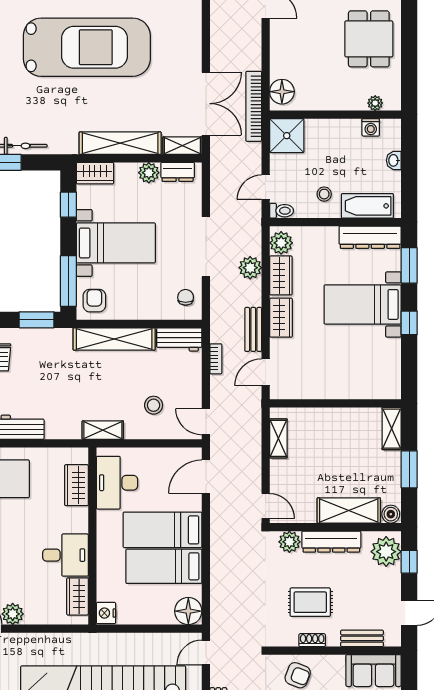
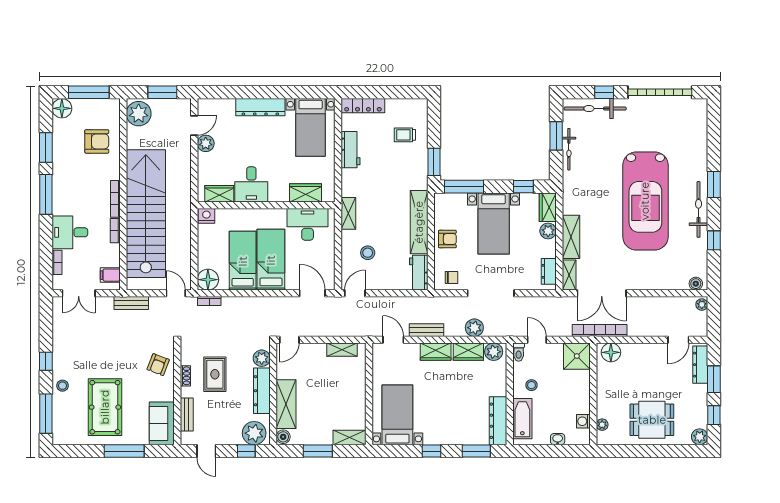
shelving: (120, 143) -> (571, 237), width x0.68
plant: (149, 173) -> (548, 231), moved
armchair: (94, 301) -> (447, 239), moved
bed with nightstands: (363, 304) -> (397, 415), moved
bookcase: (216, 359) -> (209, 301), moved

